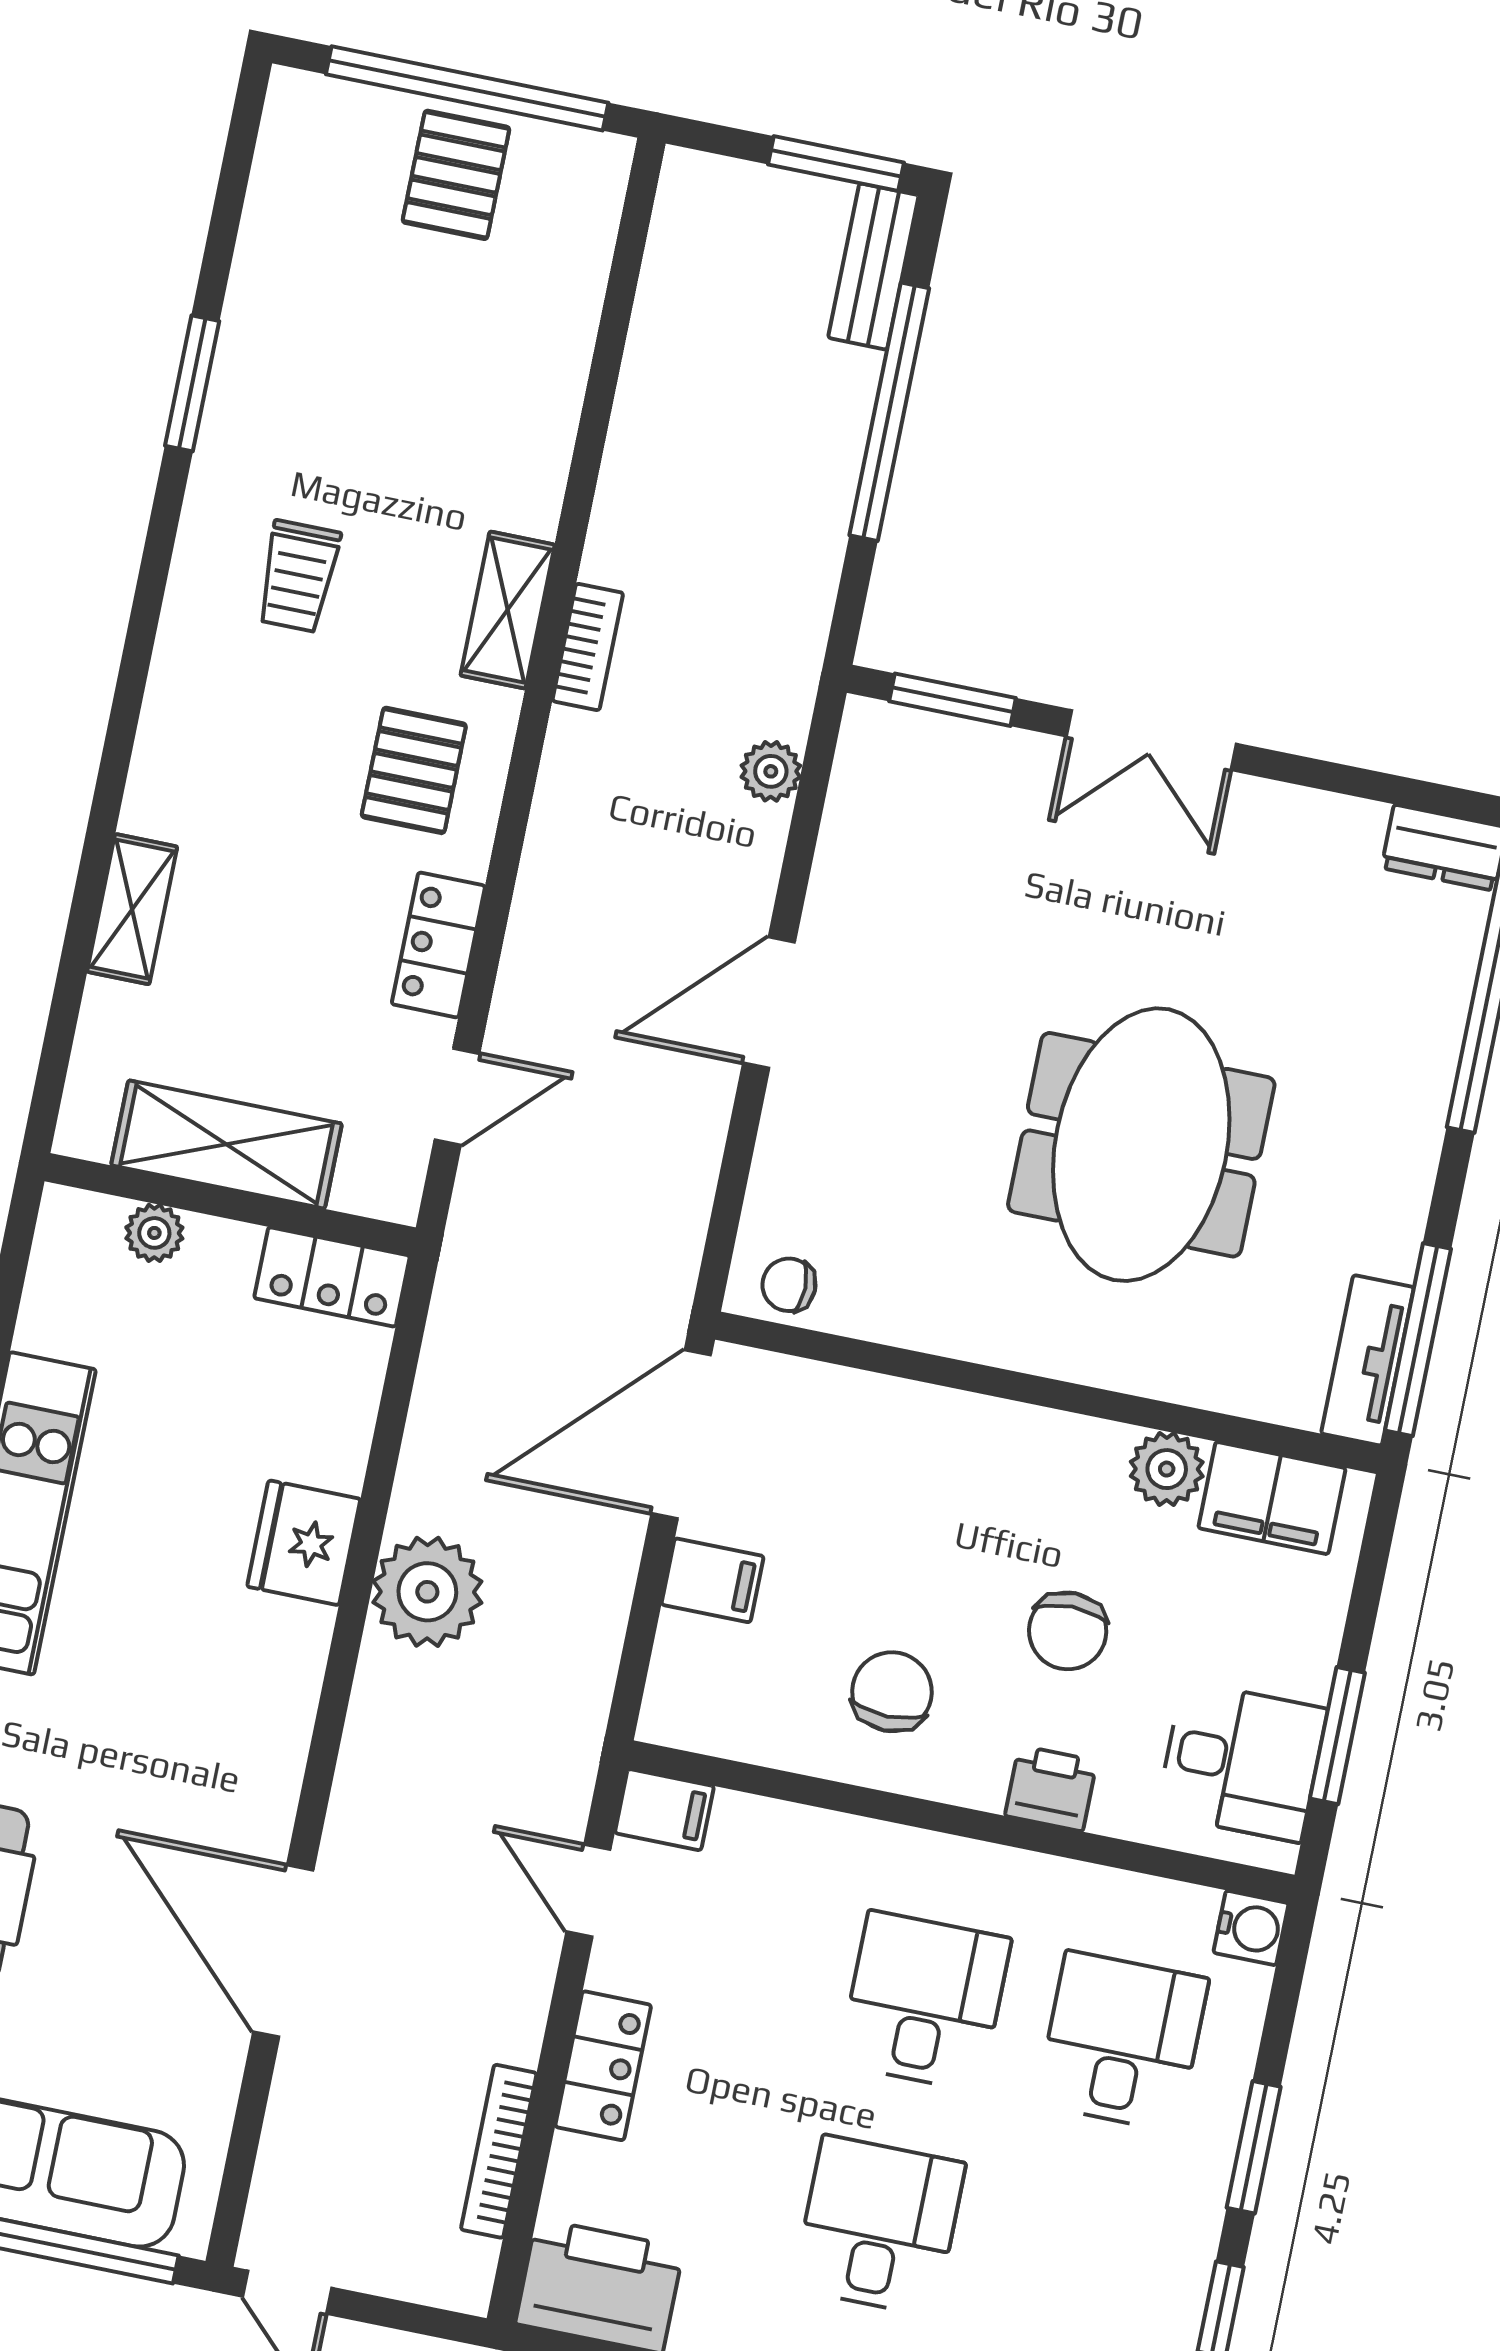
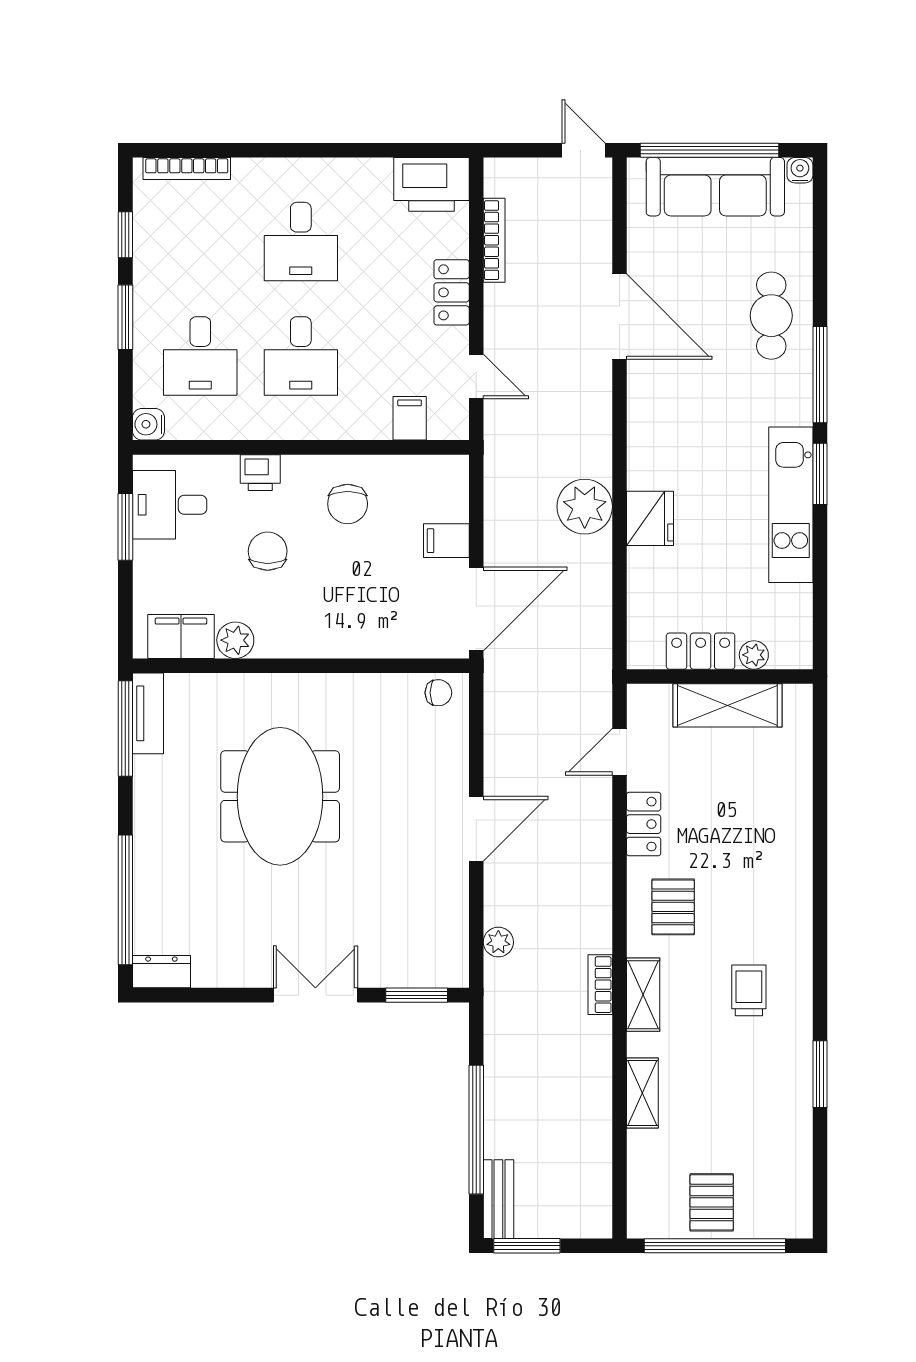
shelving: (132, 909) -> (642, 1093), moved
locker: (332, 1277) -> (701, 651), moved
filing cabinet: (664, 1810) -> (410, 418), moved, turned 90

